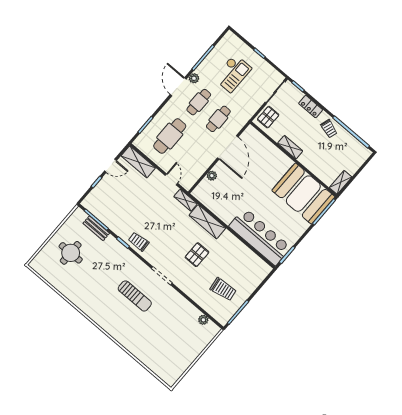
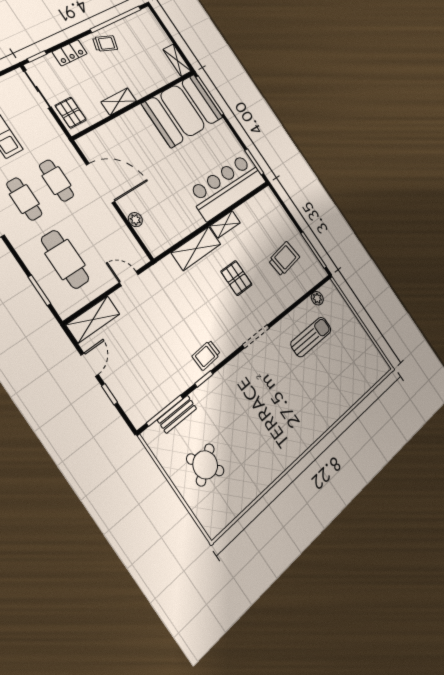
shelving: (186, 200) -> (225, 224), moved
round table: (71, 253) -> (205, 465), turned -34
sun lounger: (135, 296) -> (311, 337), moved

